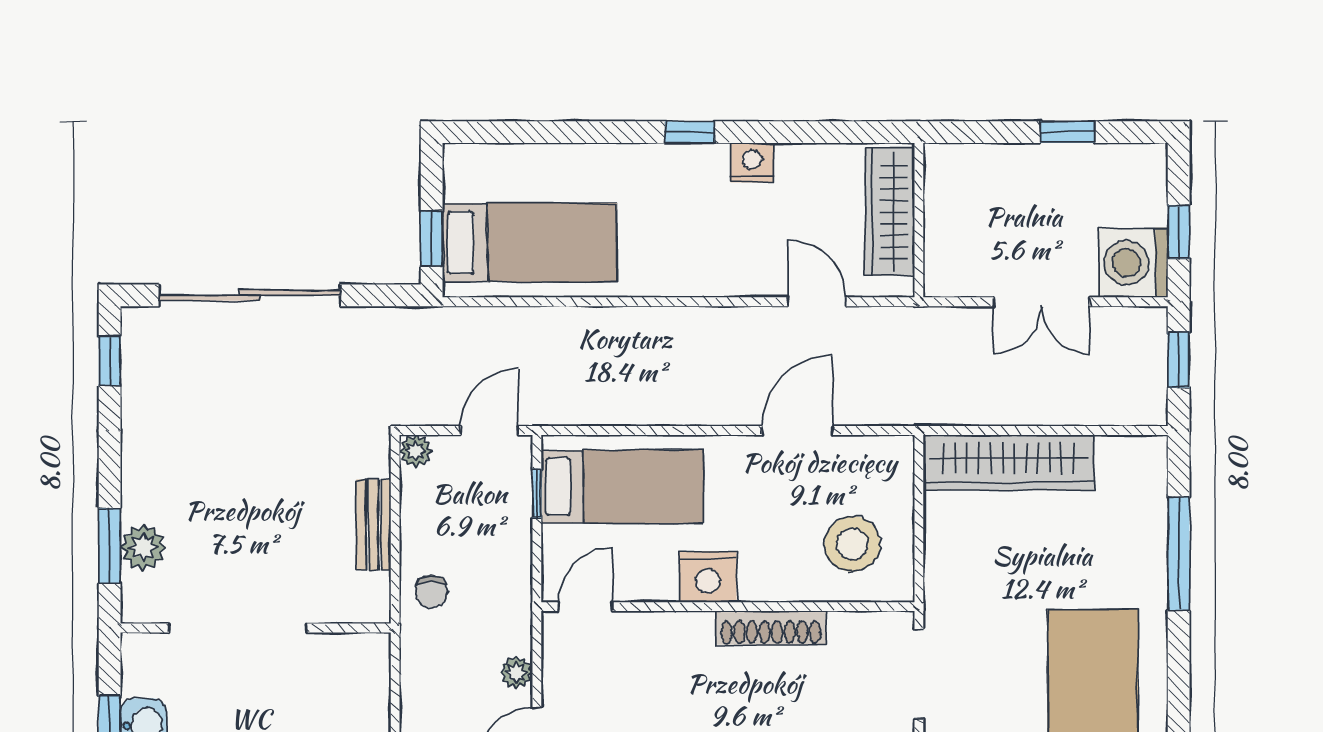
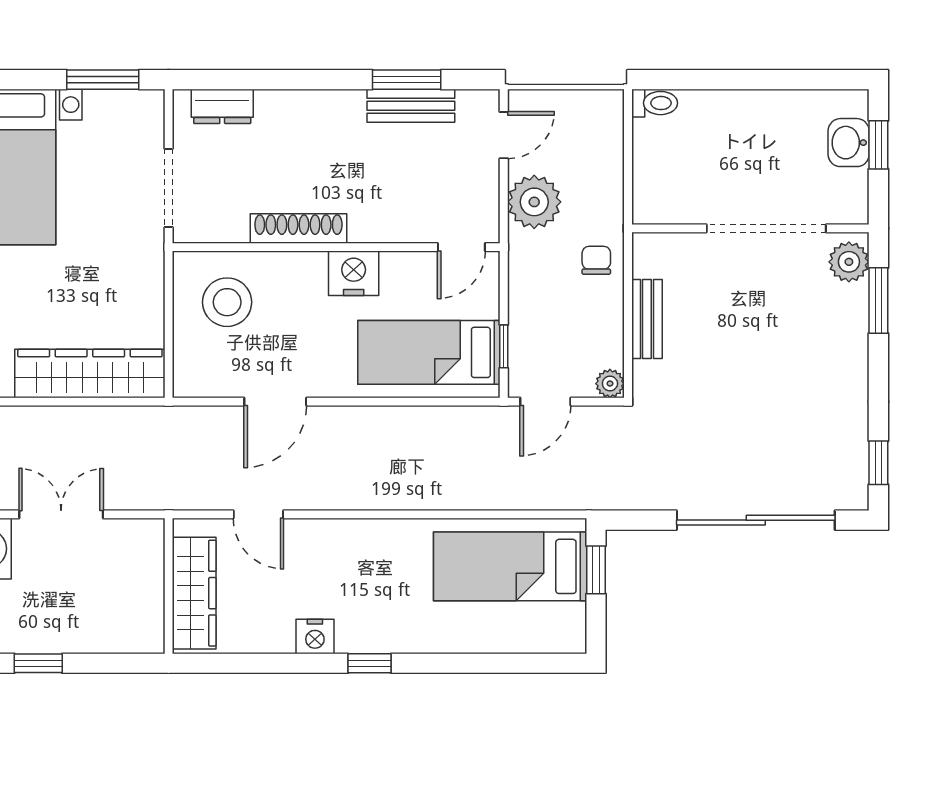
plant: (143, 547) -> (849, 262), moved
plant: (516, 672) -> (534, 202), width x1.88, depth x1.88

